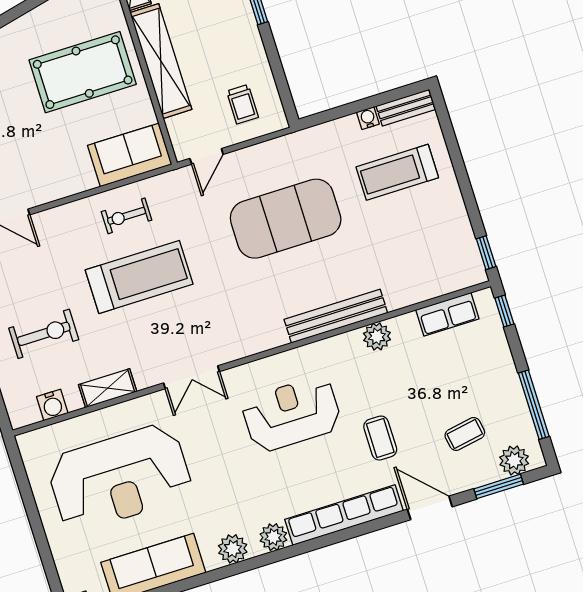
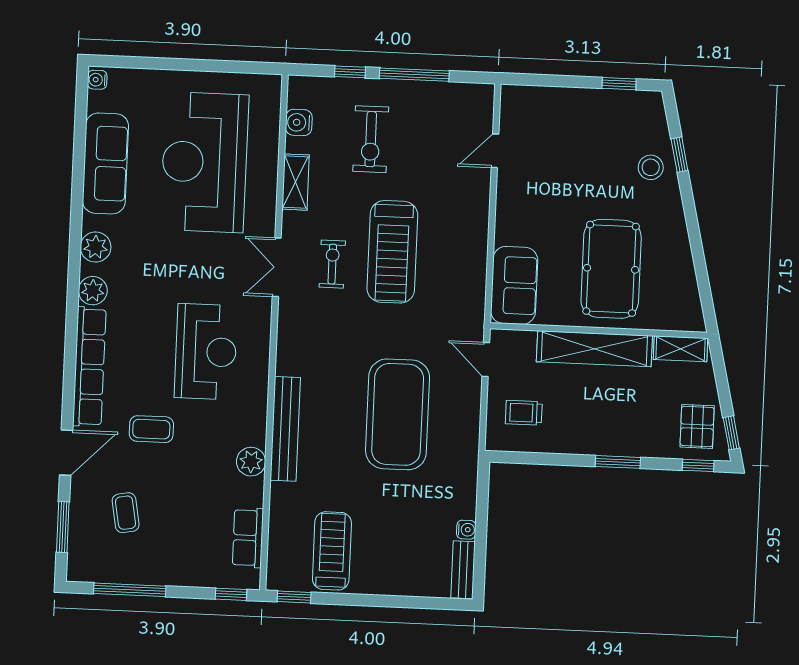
treadmill: (397, 172) -> (332, 551), moved
exercise bike: (127, 216) -> (332, 264), moved
plant: (514, 460) -> (83, 551), removed

